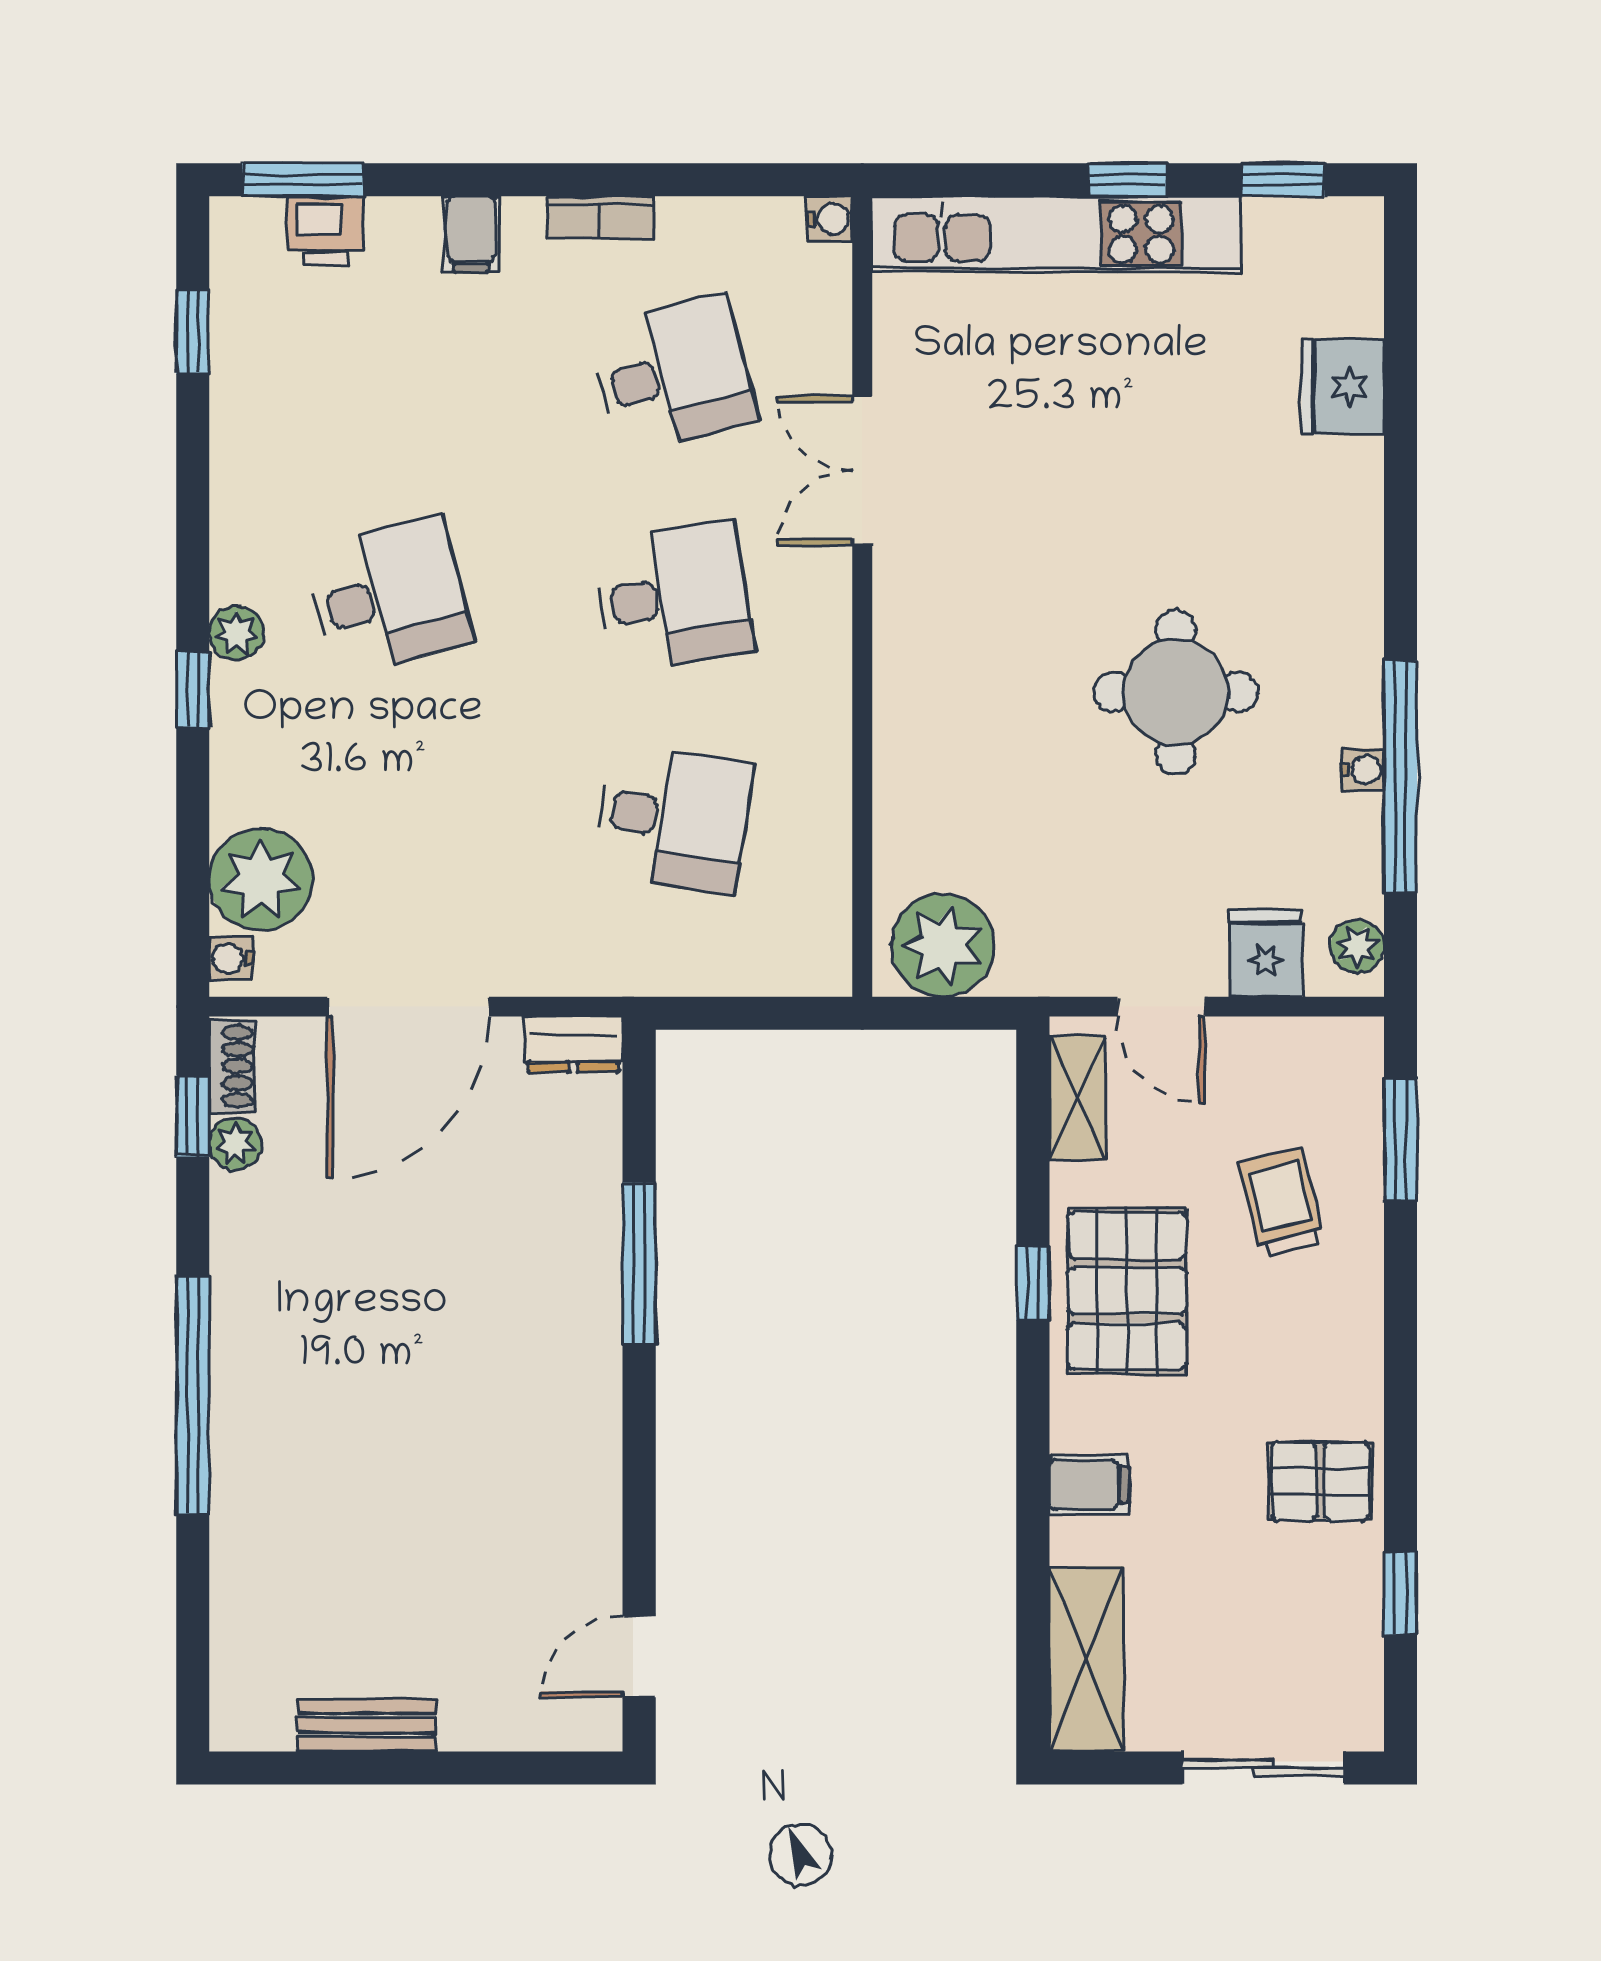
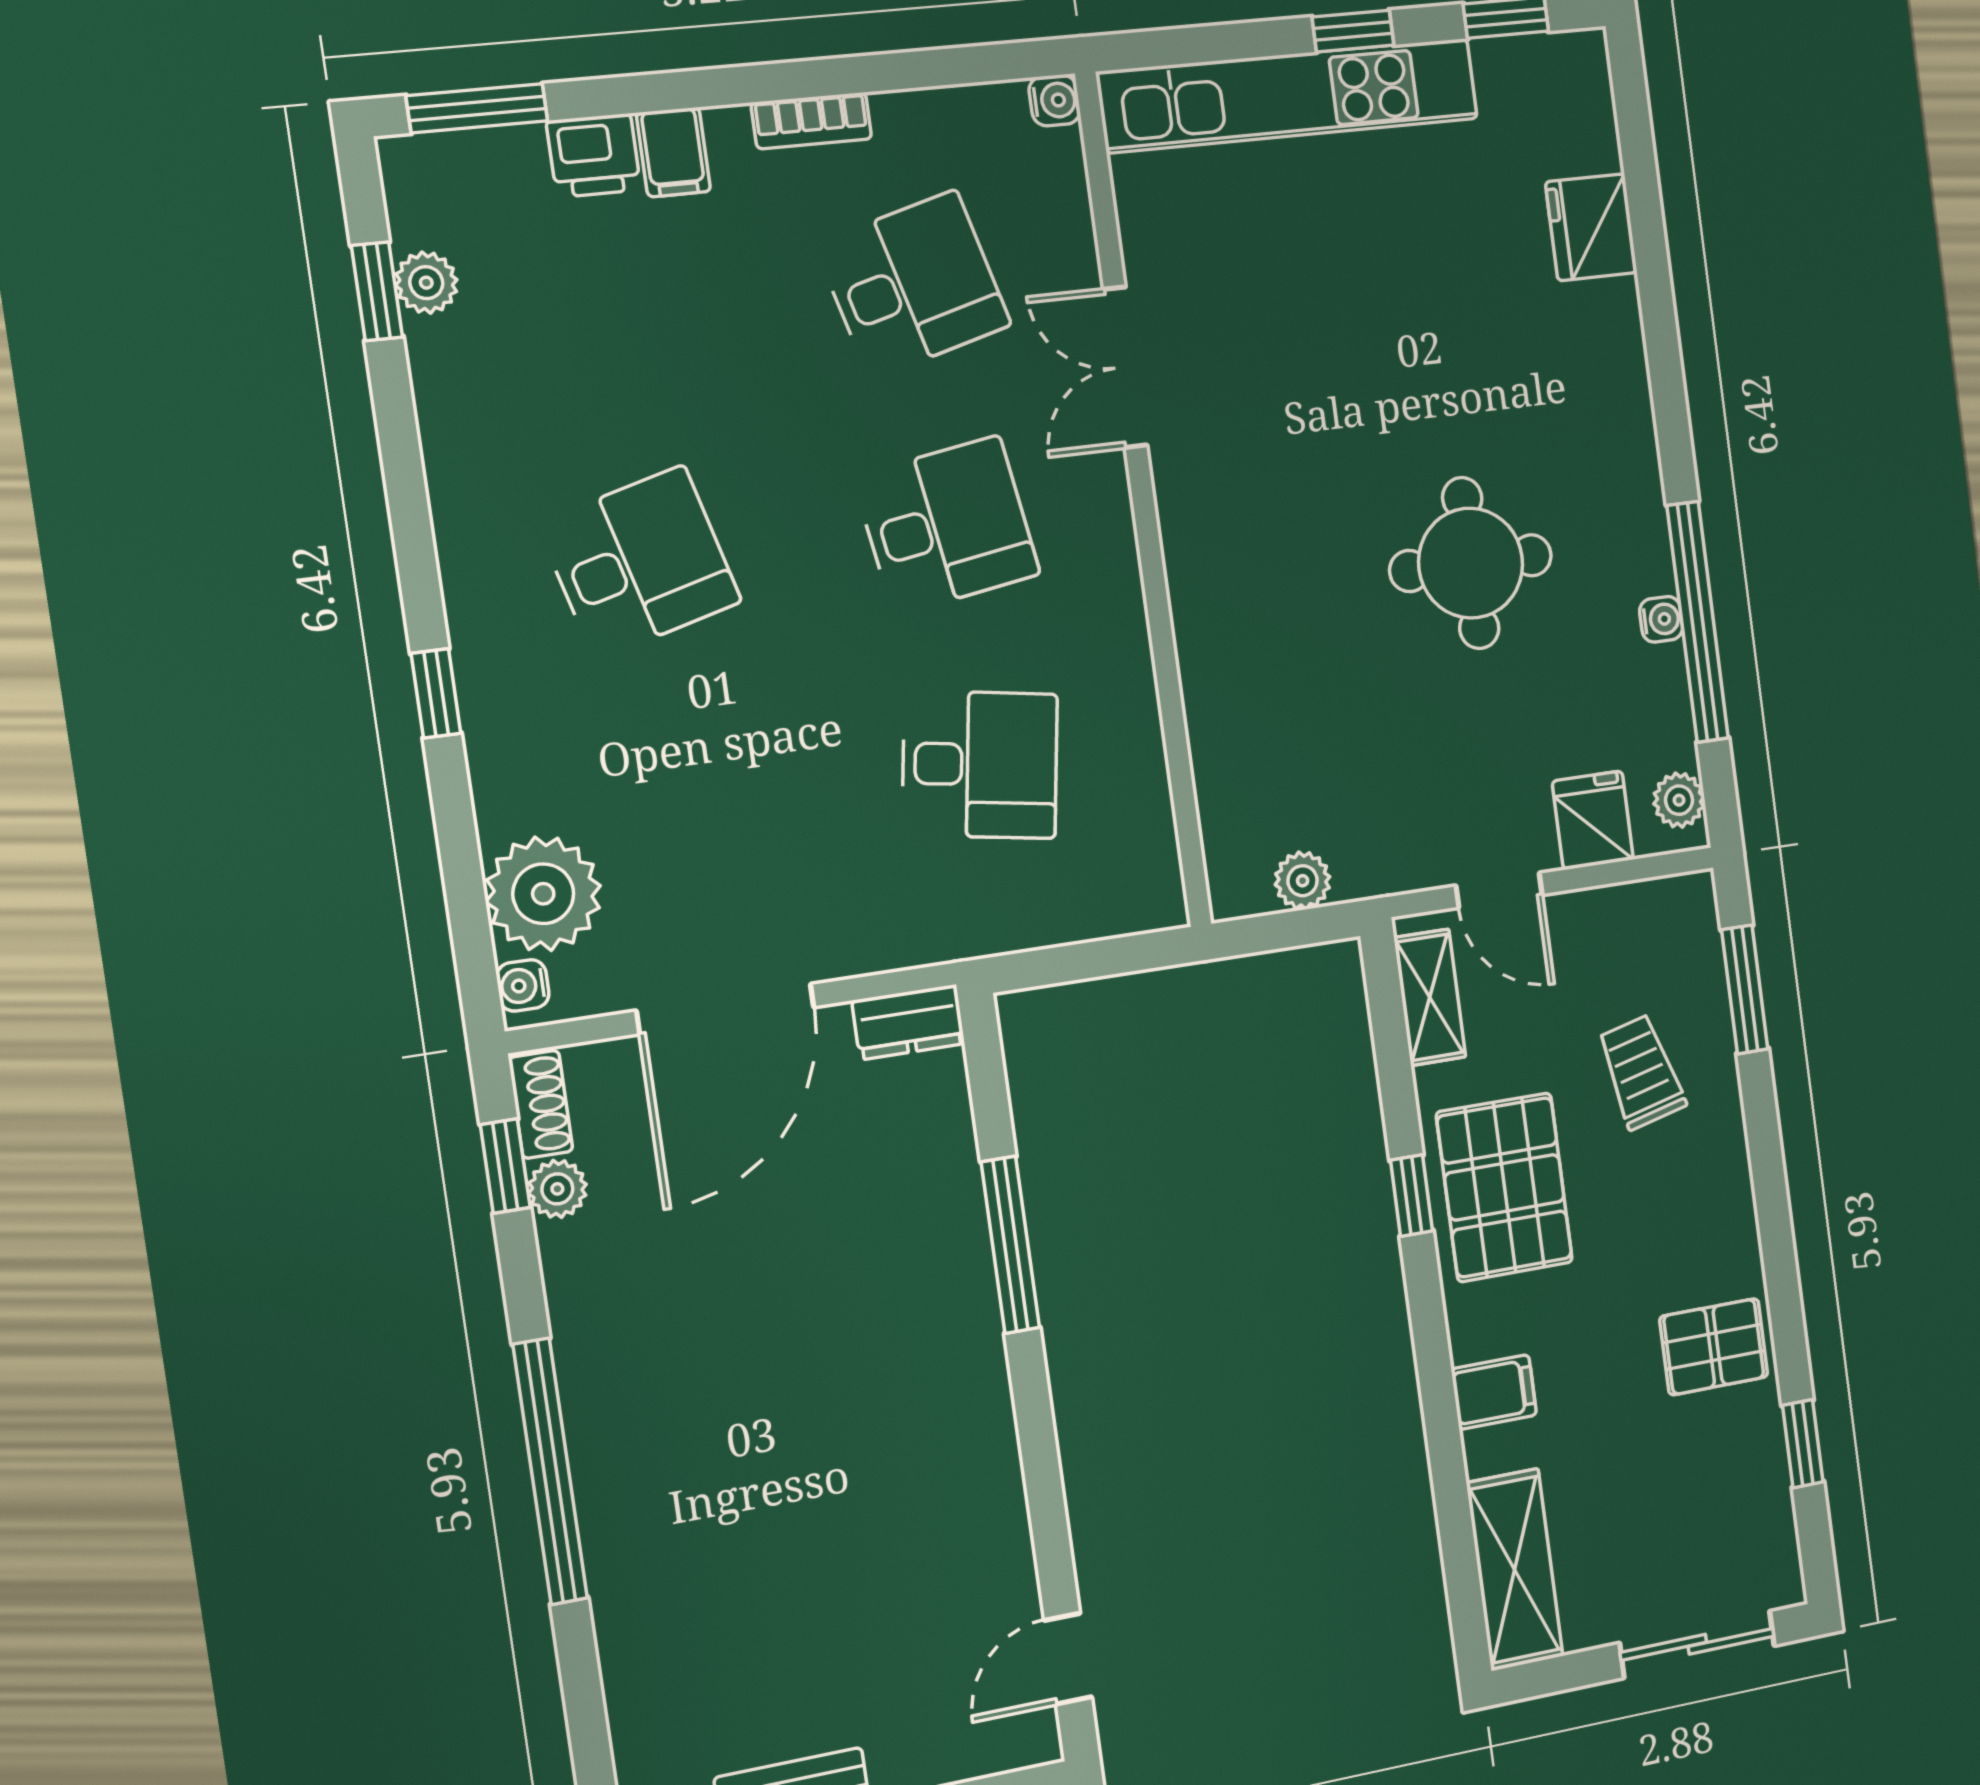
printer: (325, 231) -> (594, 155), moved
plant: (236, 633) -> (426, 283), moved
plant: (943, 945) -> (1303, 881), width x0.53, depth x0.53

